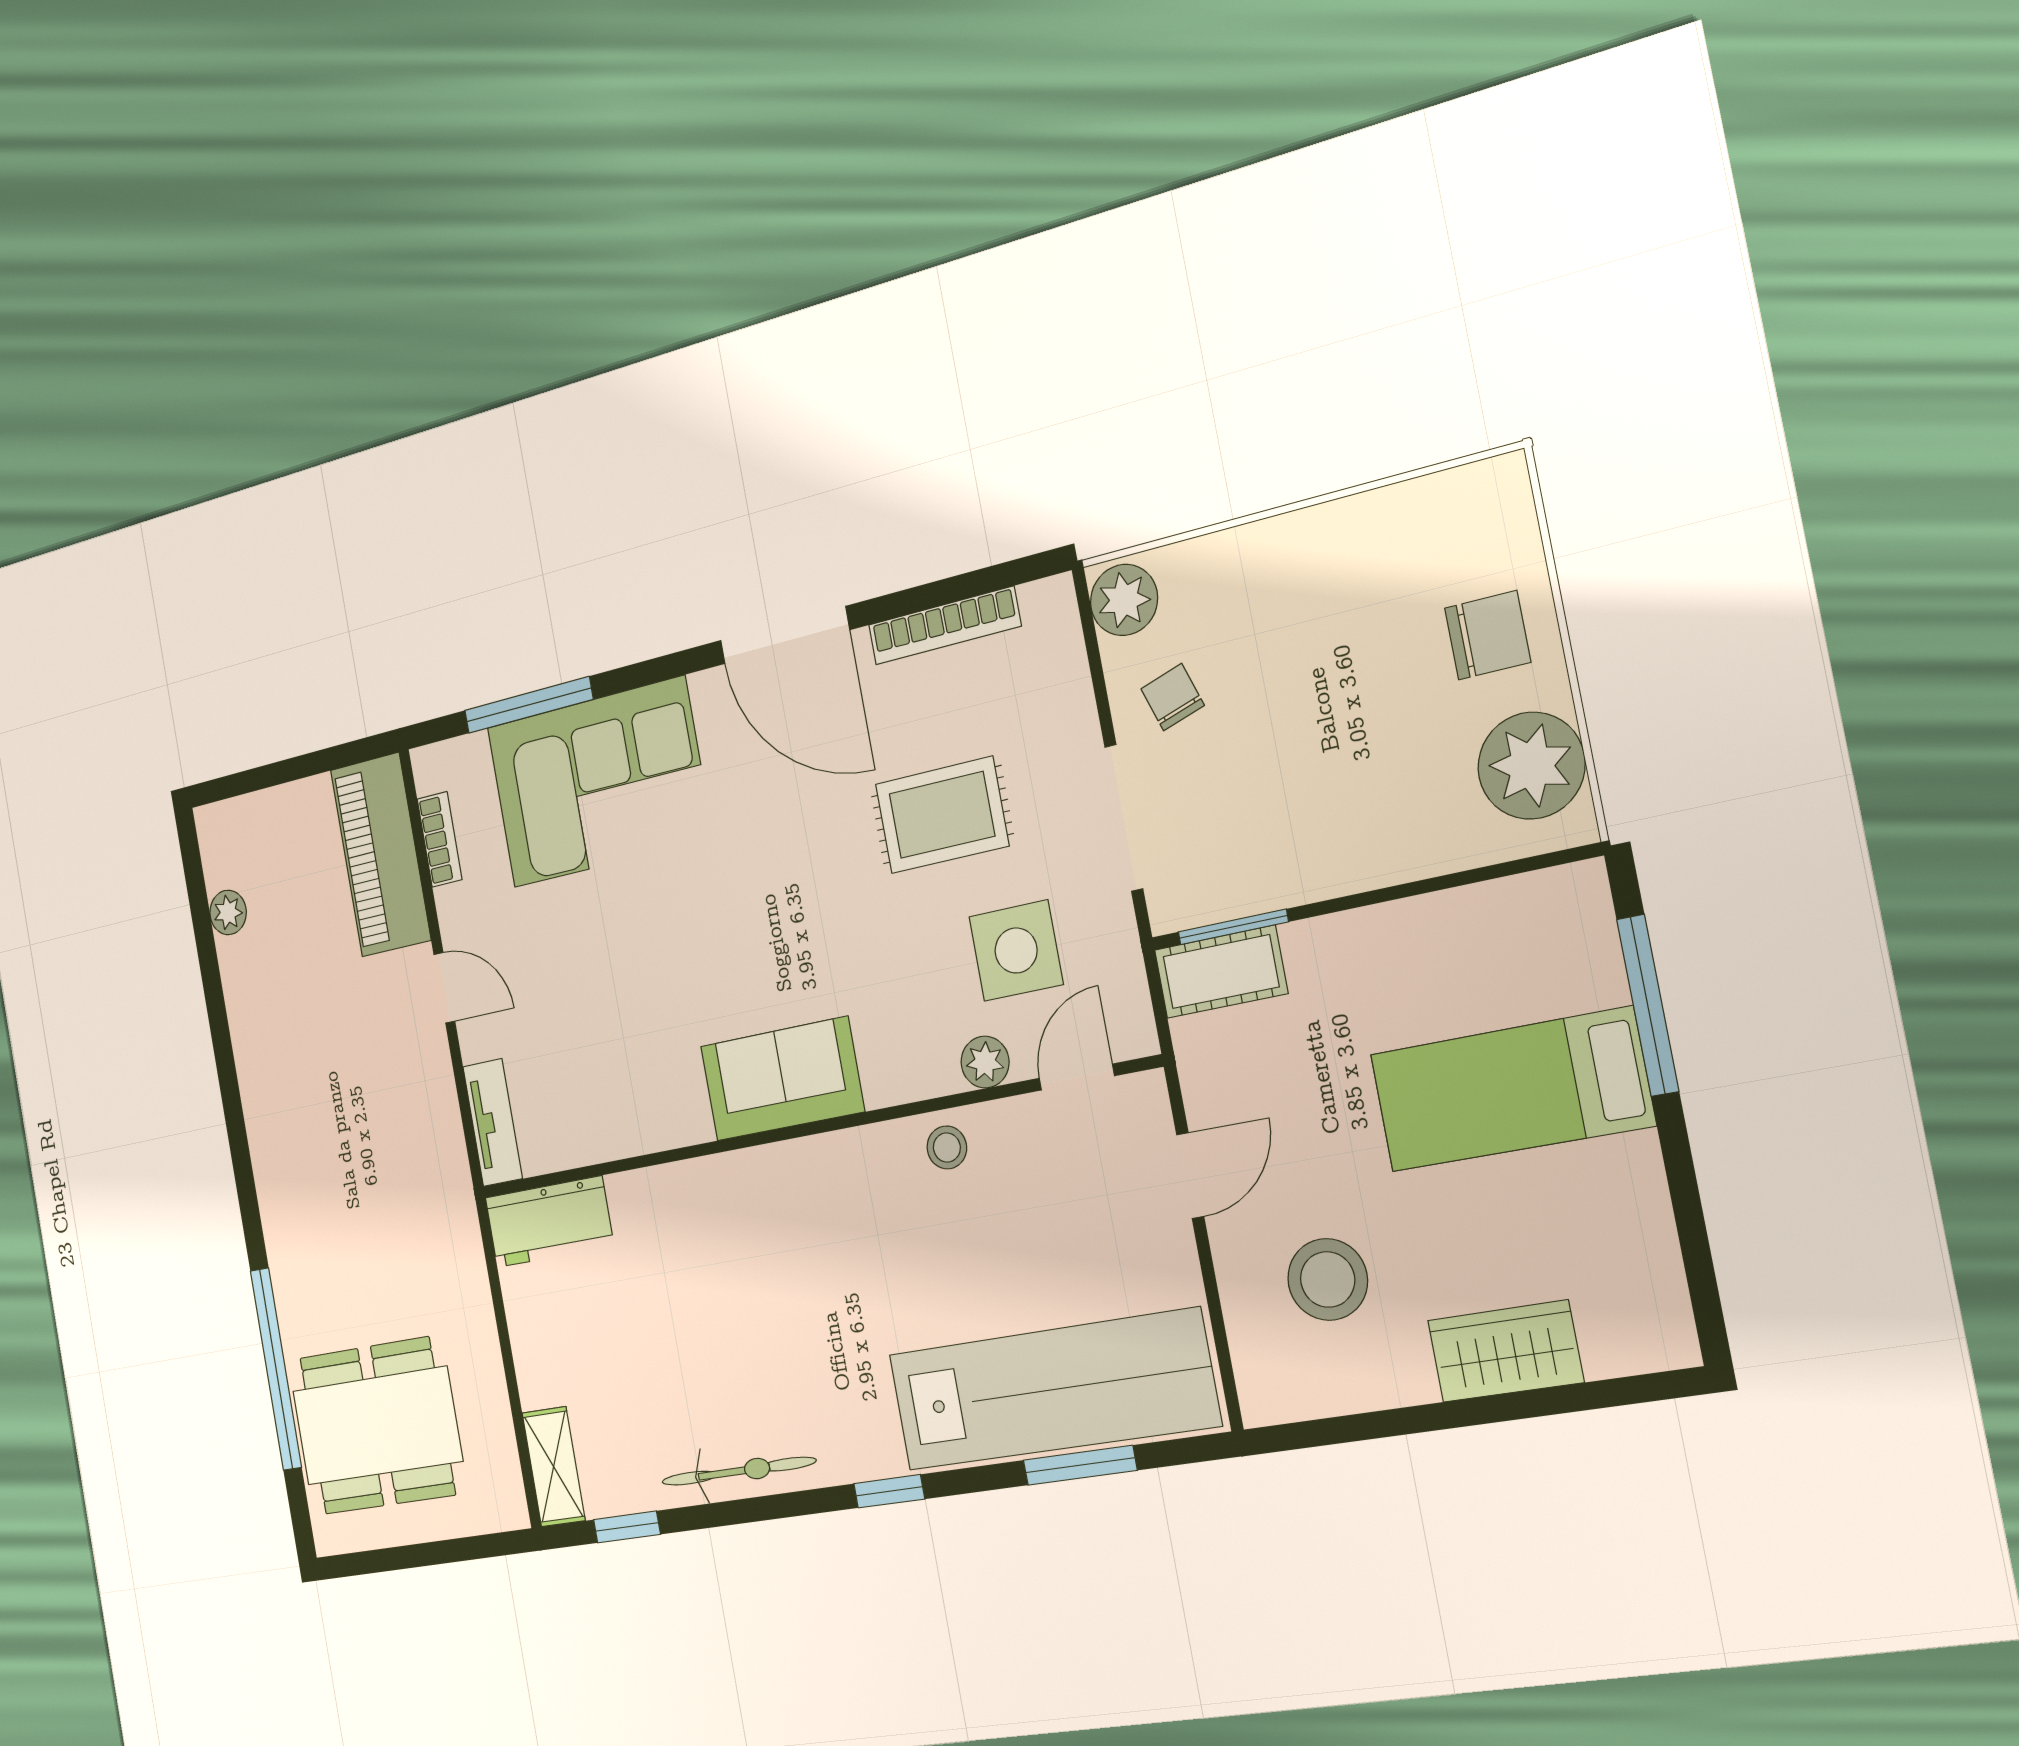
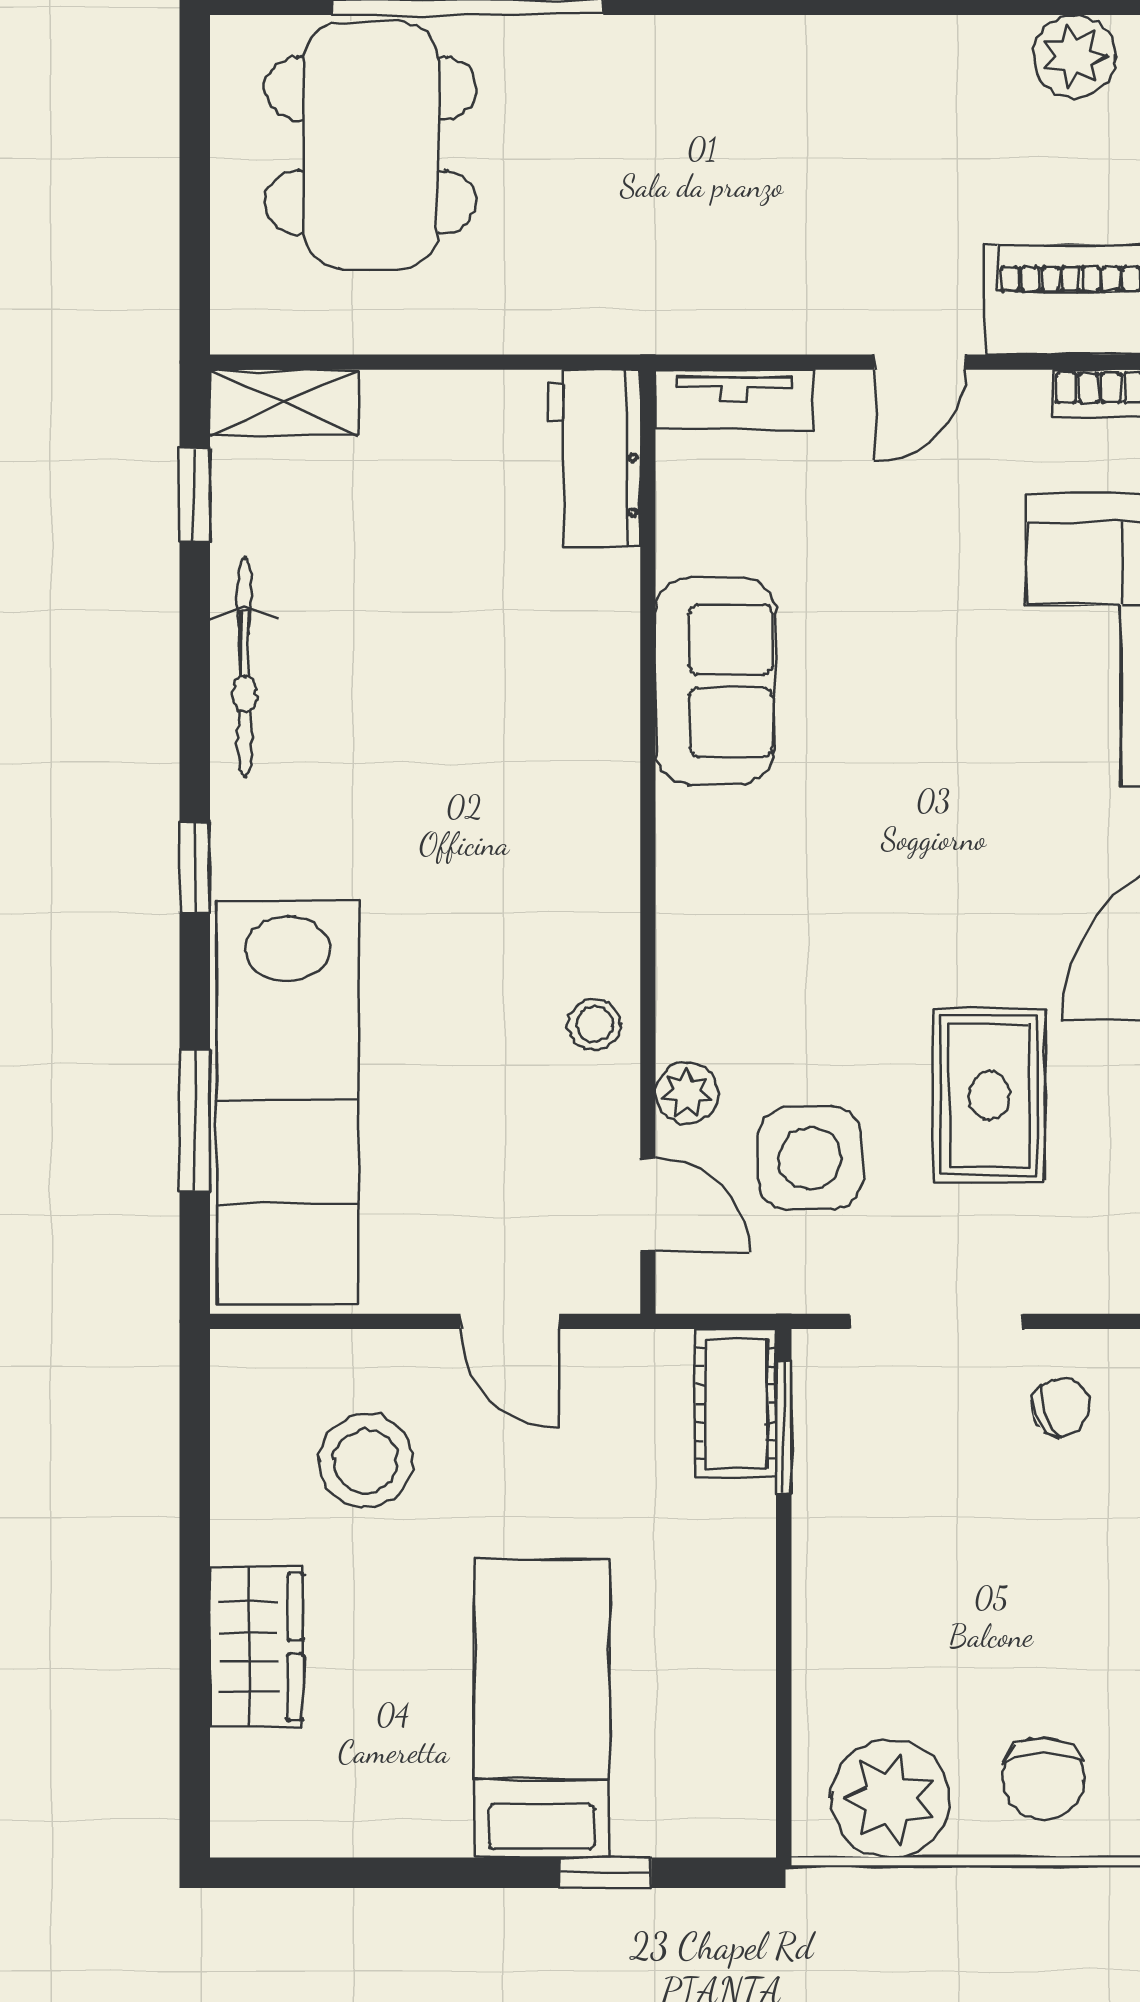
plant: (228, 912) -> (1074, 56), width x1.38, depth x1.38
window: (1648, 1005) -> (606, 1873), width x0.46
sofa: (782, 1079) -> (715, 681), moved

